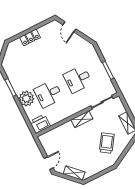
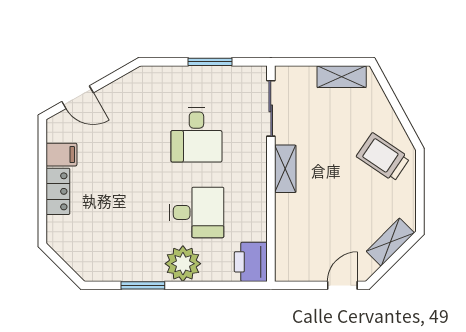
filing cabinet: (45, 32) -> (61, 155), added
desk: (48, 94) -> (196, 212), turned -90
trolley: (107, 143) -> (383, 157), moved
door: (49, 163) -> (342, 285), hinge flipped

